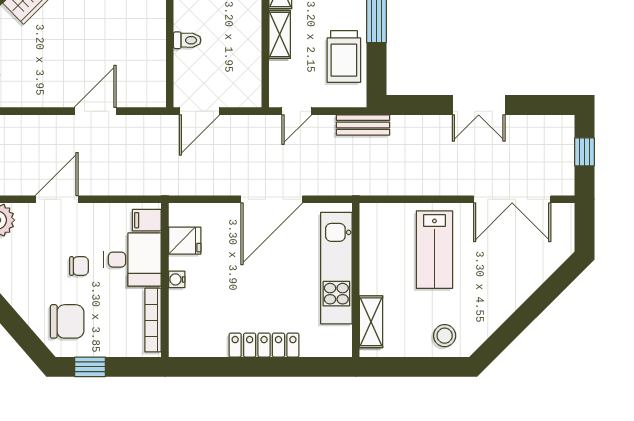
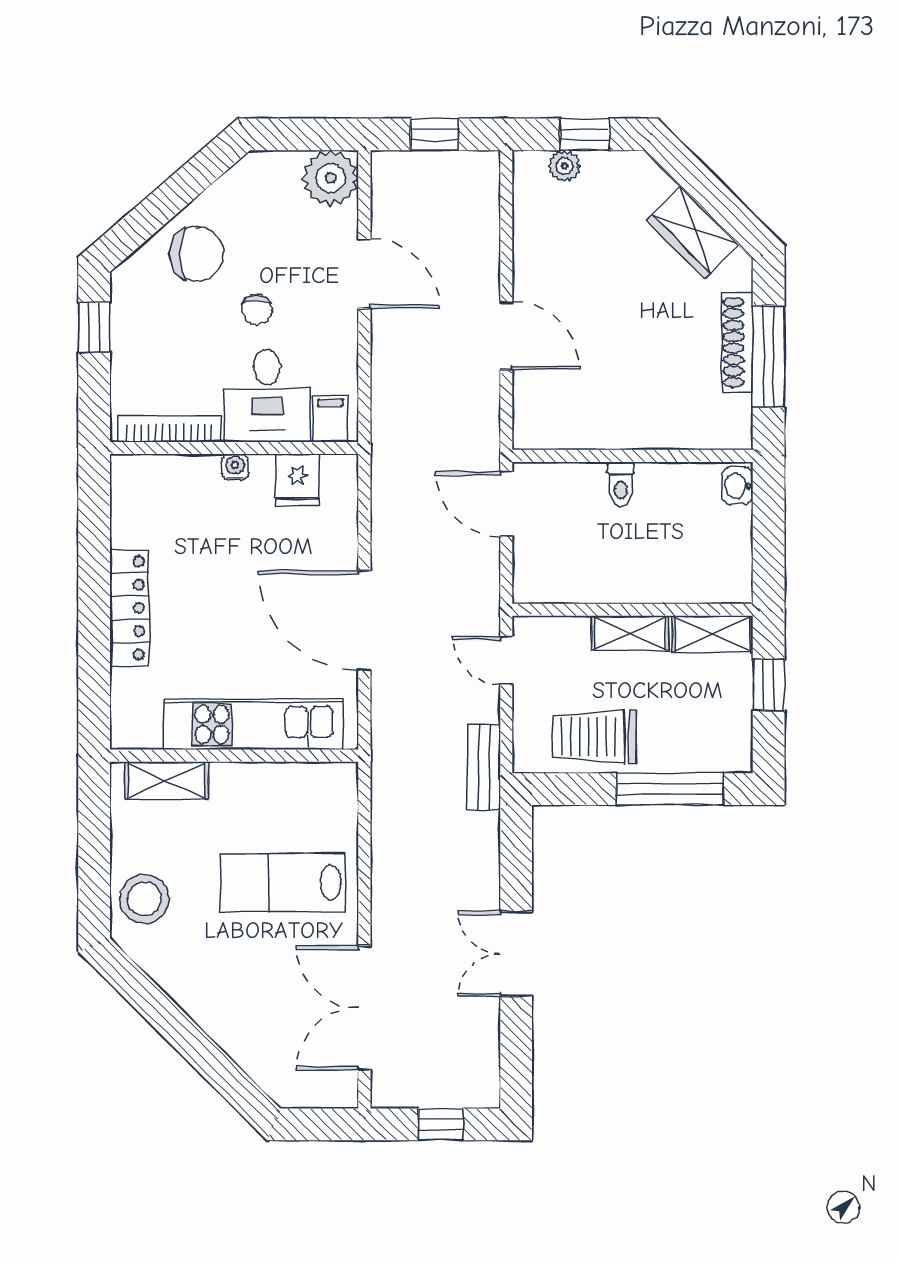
chair: (67, 321) -> (197, 254), moved, turned -90
stool: (445, 336) -> (144, 899), width x1.38, depth x1.38

